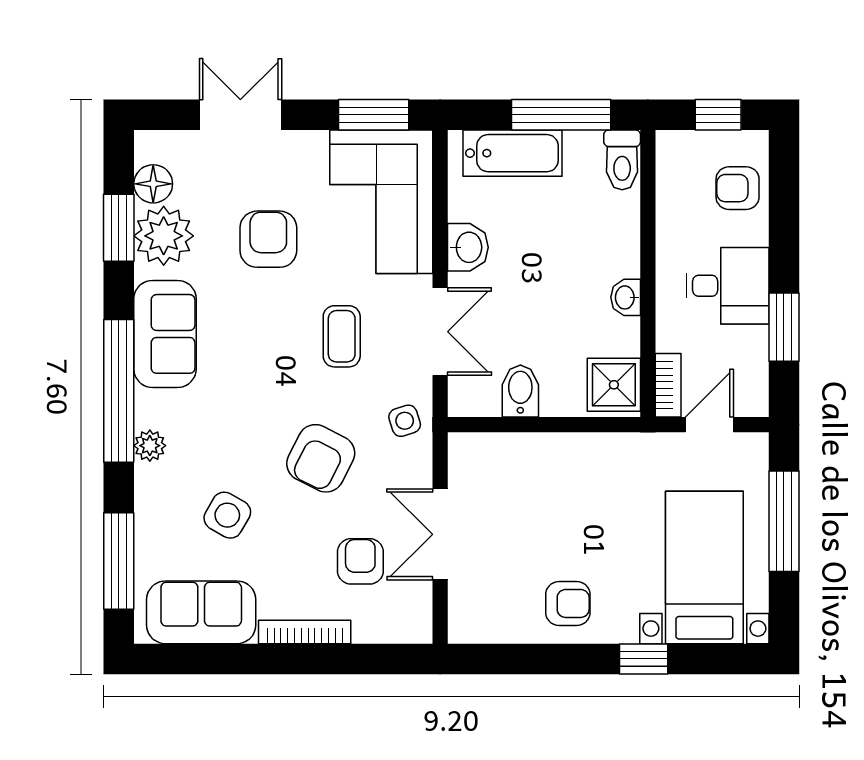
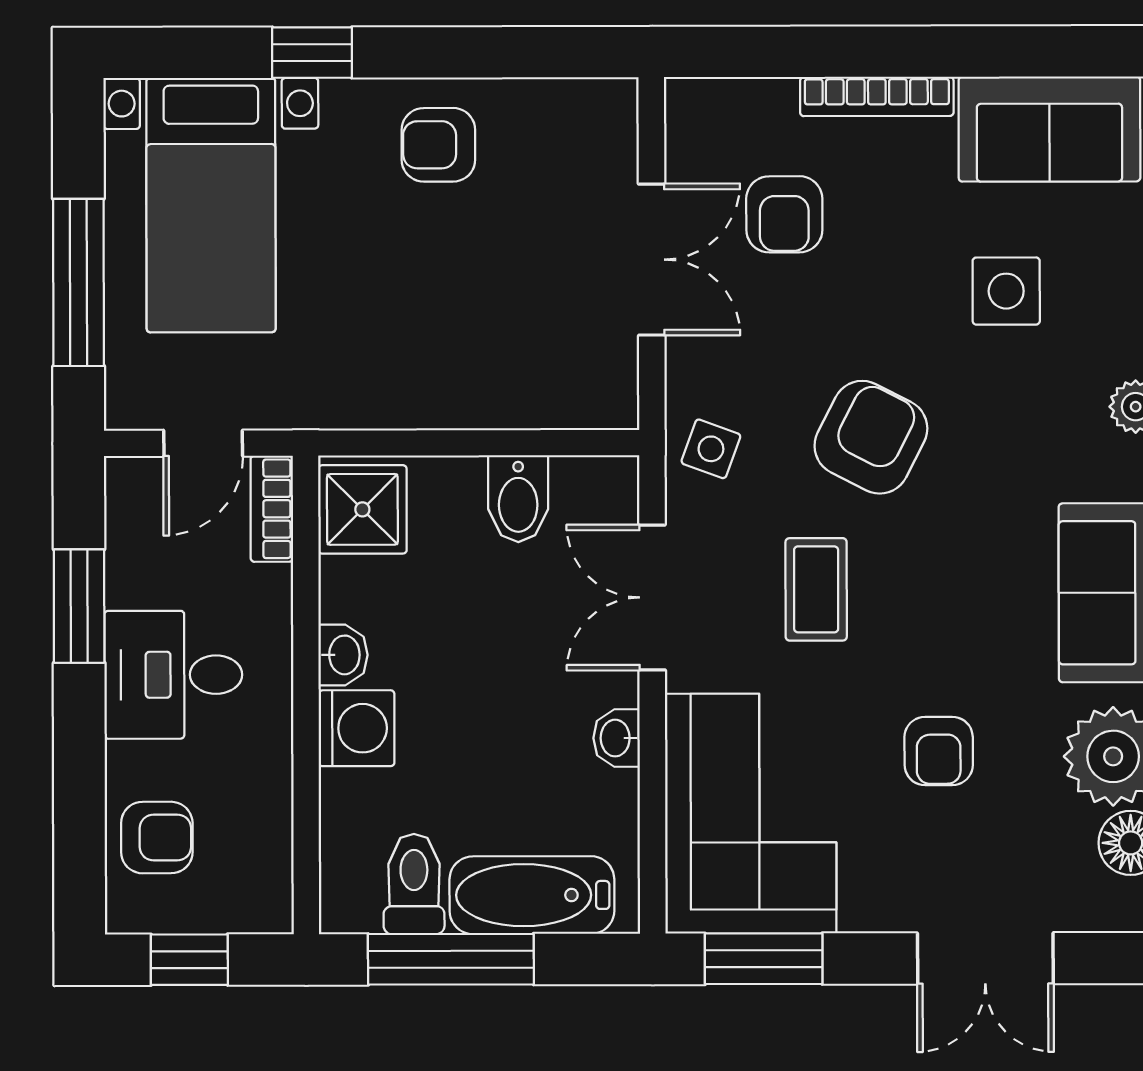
toilet: (622, 160) -> (414, 884), moved
armchair: (268, 239) -> (939, 751), width x0.72, depth x0.72
washbasin: (468, 247) -> (617, 738), width x0.72, depth x0.69
washing machine: (618, 253) -> (357, 728), added
side table: (405, 421) -> (711, 449), turned 38
armchair: (321, 458) -> (871, 437), moved
side table: (227, 515) -> (1006, 291), turned -30

